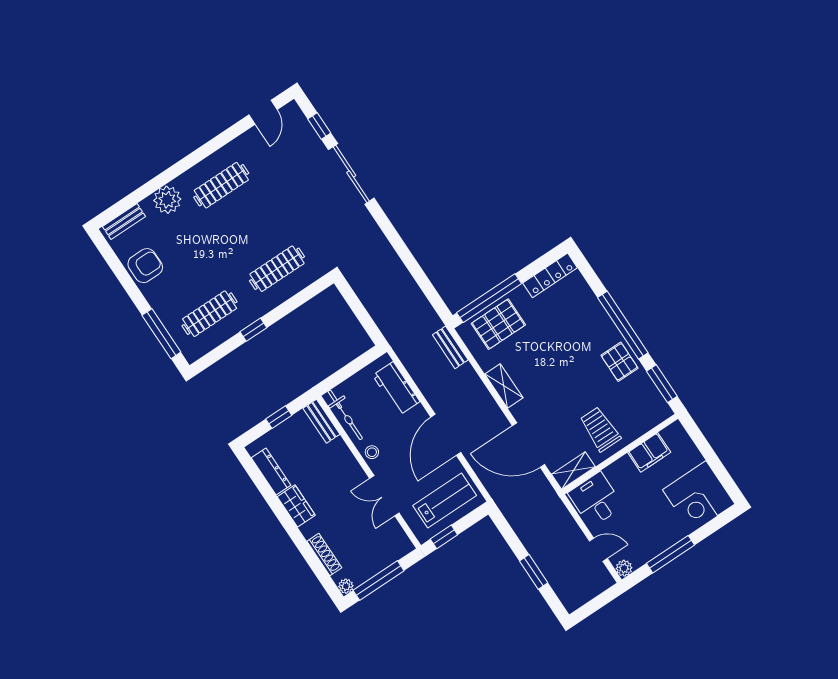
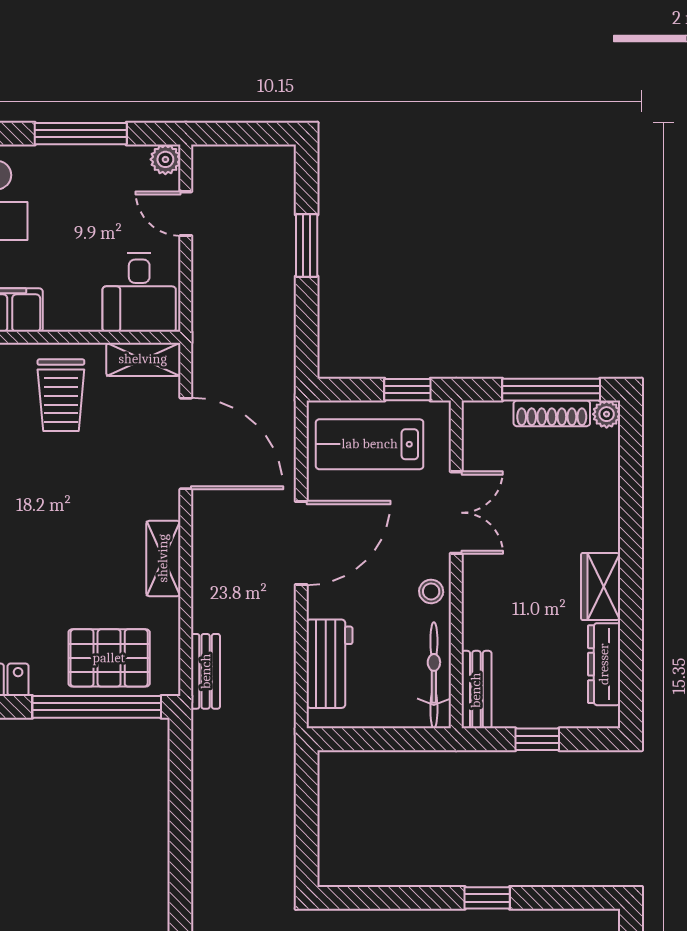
shoe rack: (324, 554) -> (552, 413), moved, turned -90

